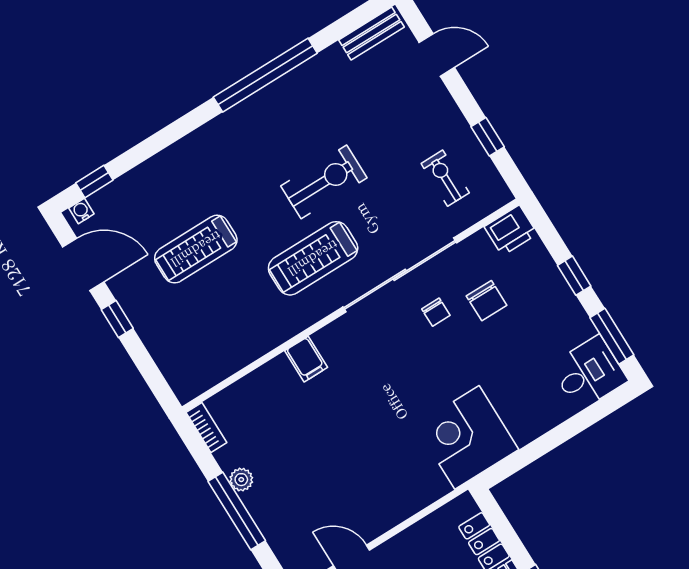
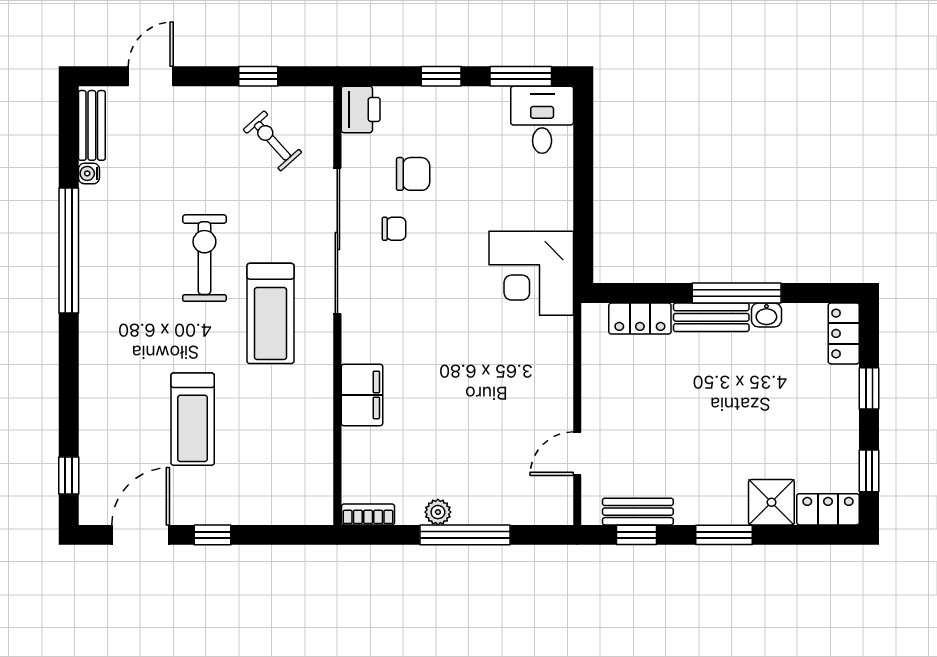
exercise bike: (445, 178) -> (272, 141), turned 48
water cooler: (81, 211) -> (89, 173), moved
filing cabinet: (306, 359) -> (362, 395), width x2.00

